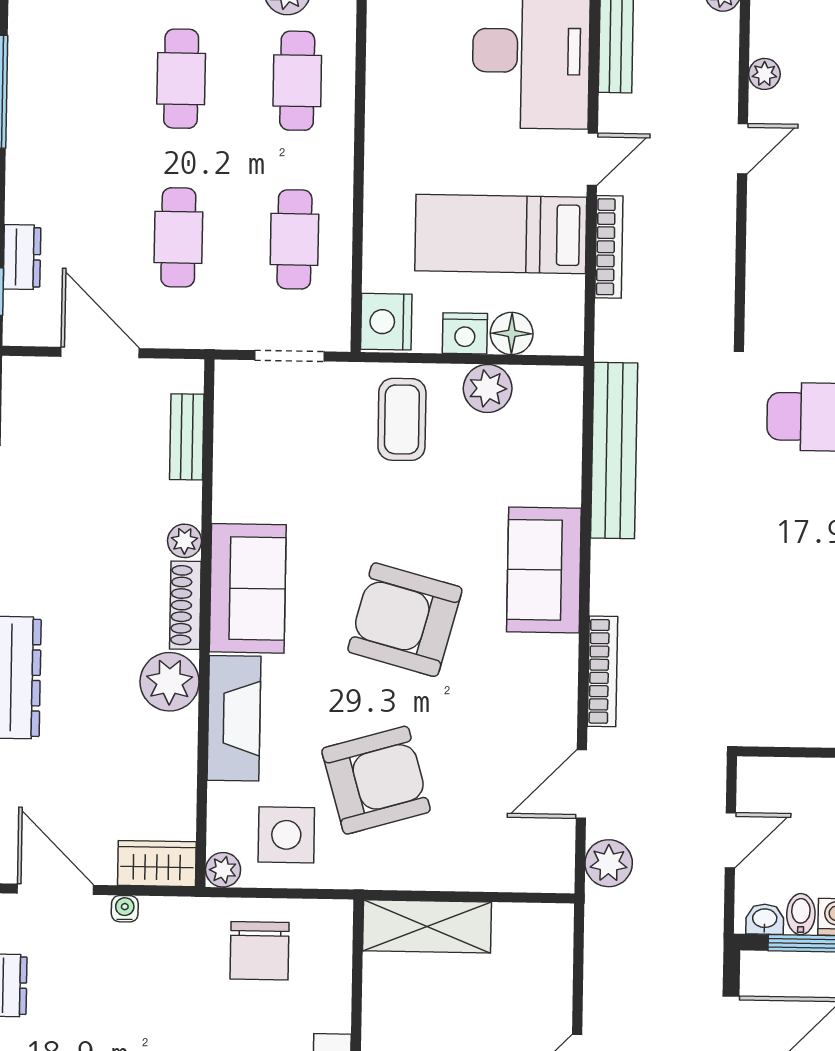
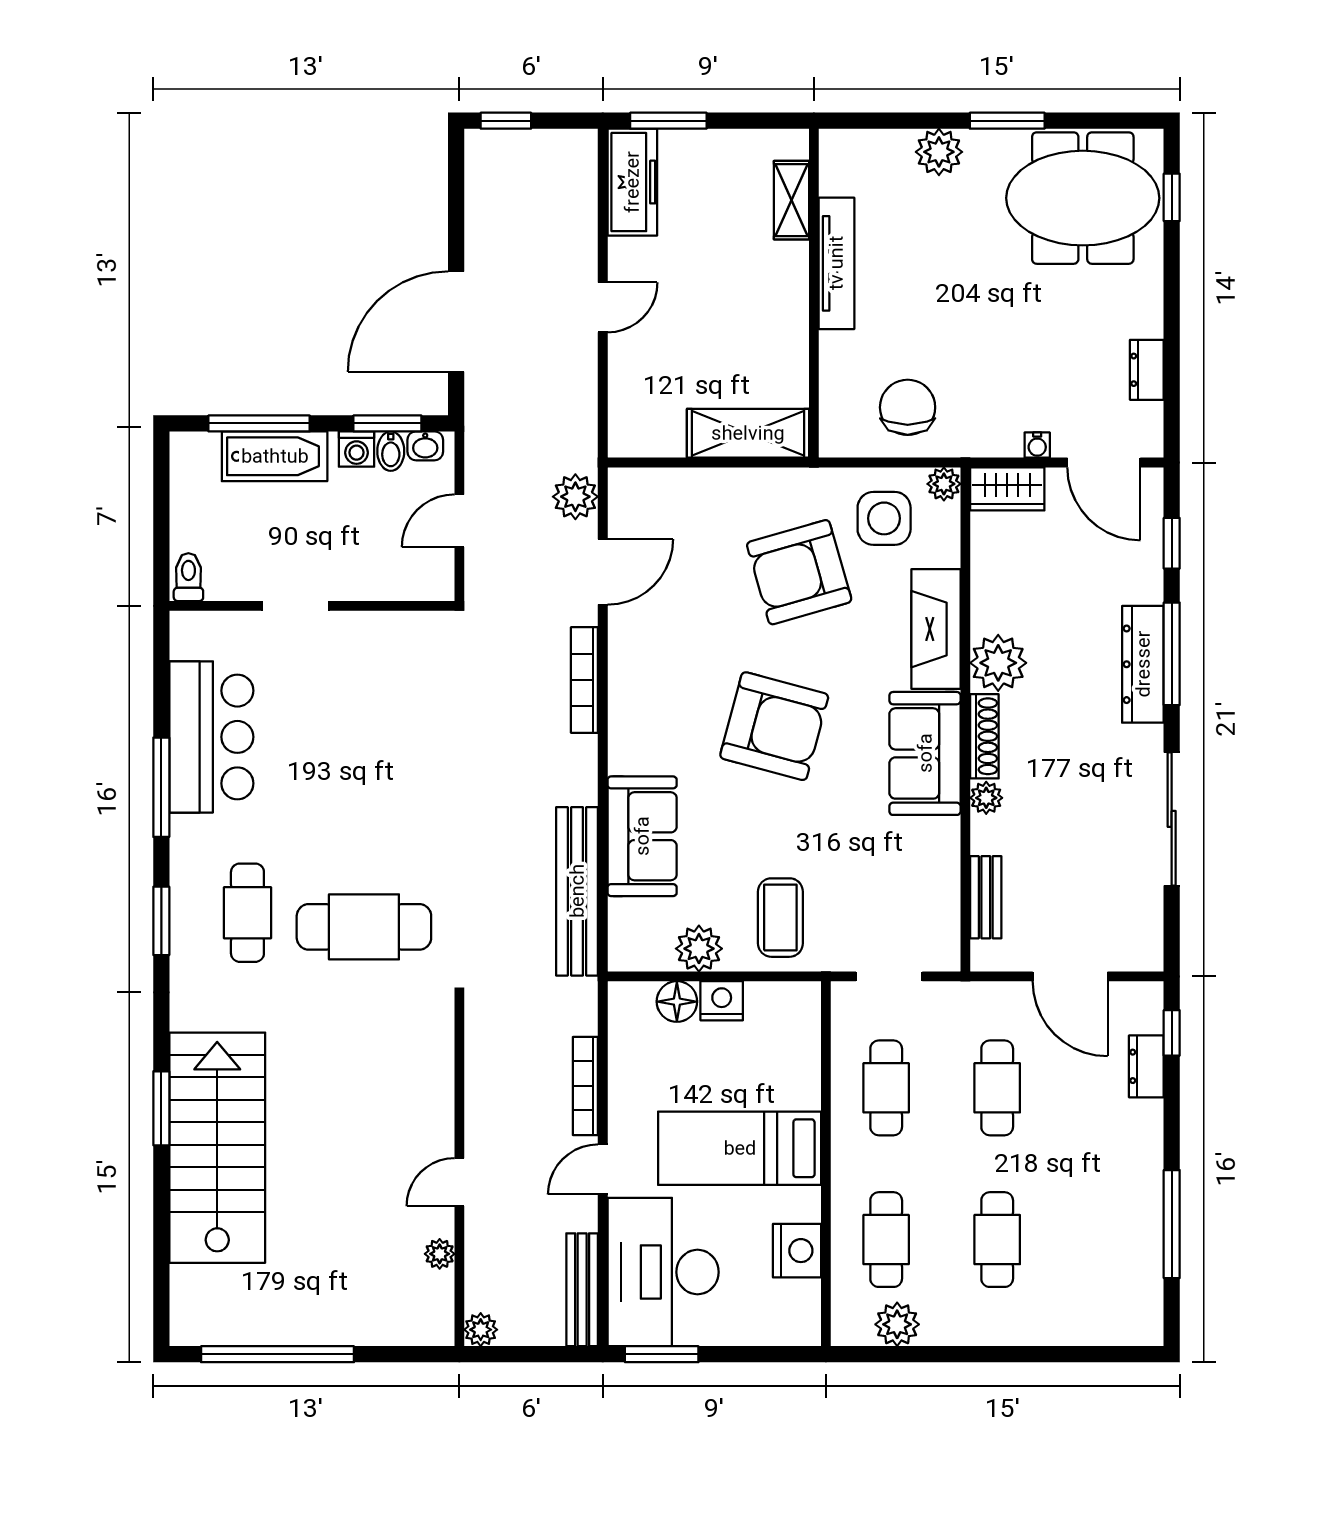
bed: (501, 234) -> (740, 1148), moved, turned 180
nightstand: (386, 322) -> (797, 1251), moved
sofa: (544, 570) -> (642, 836), moved

